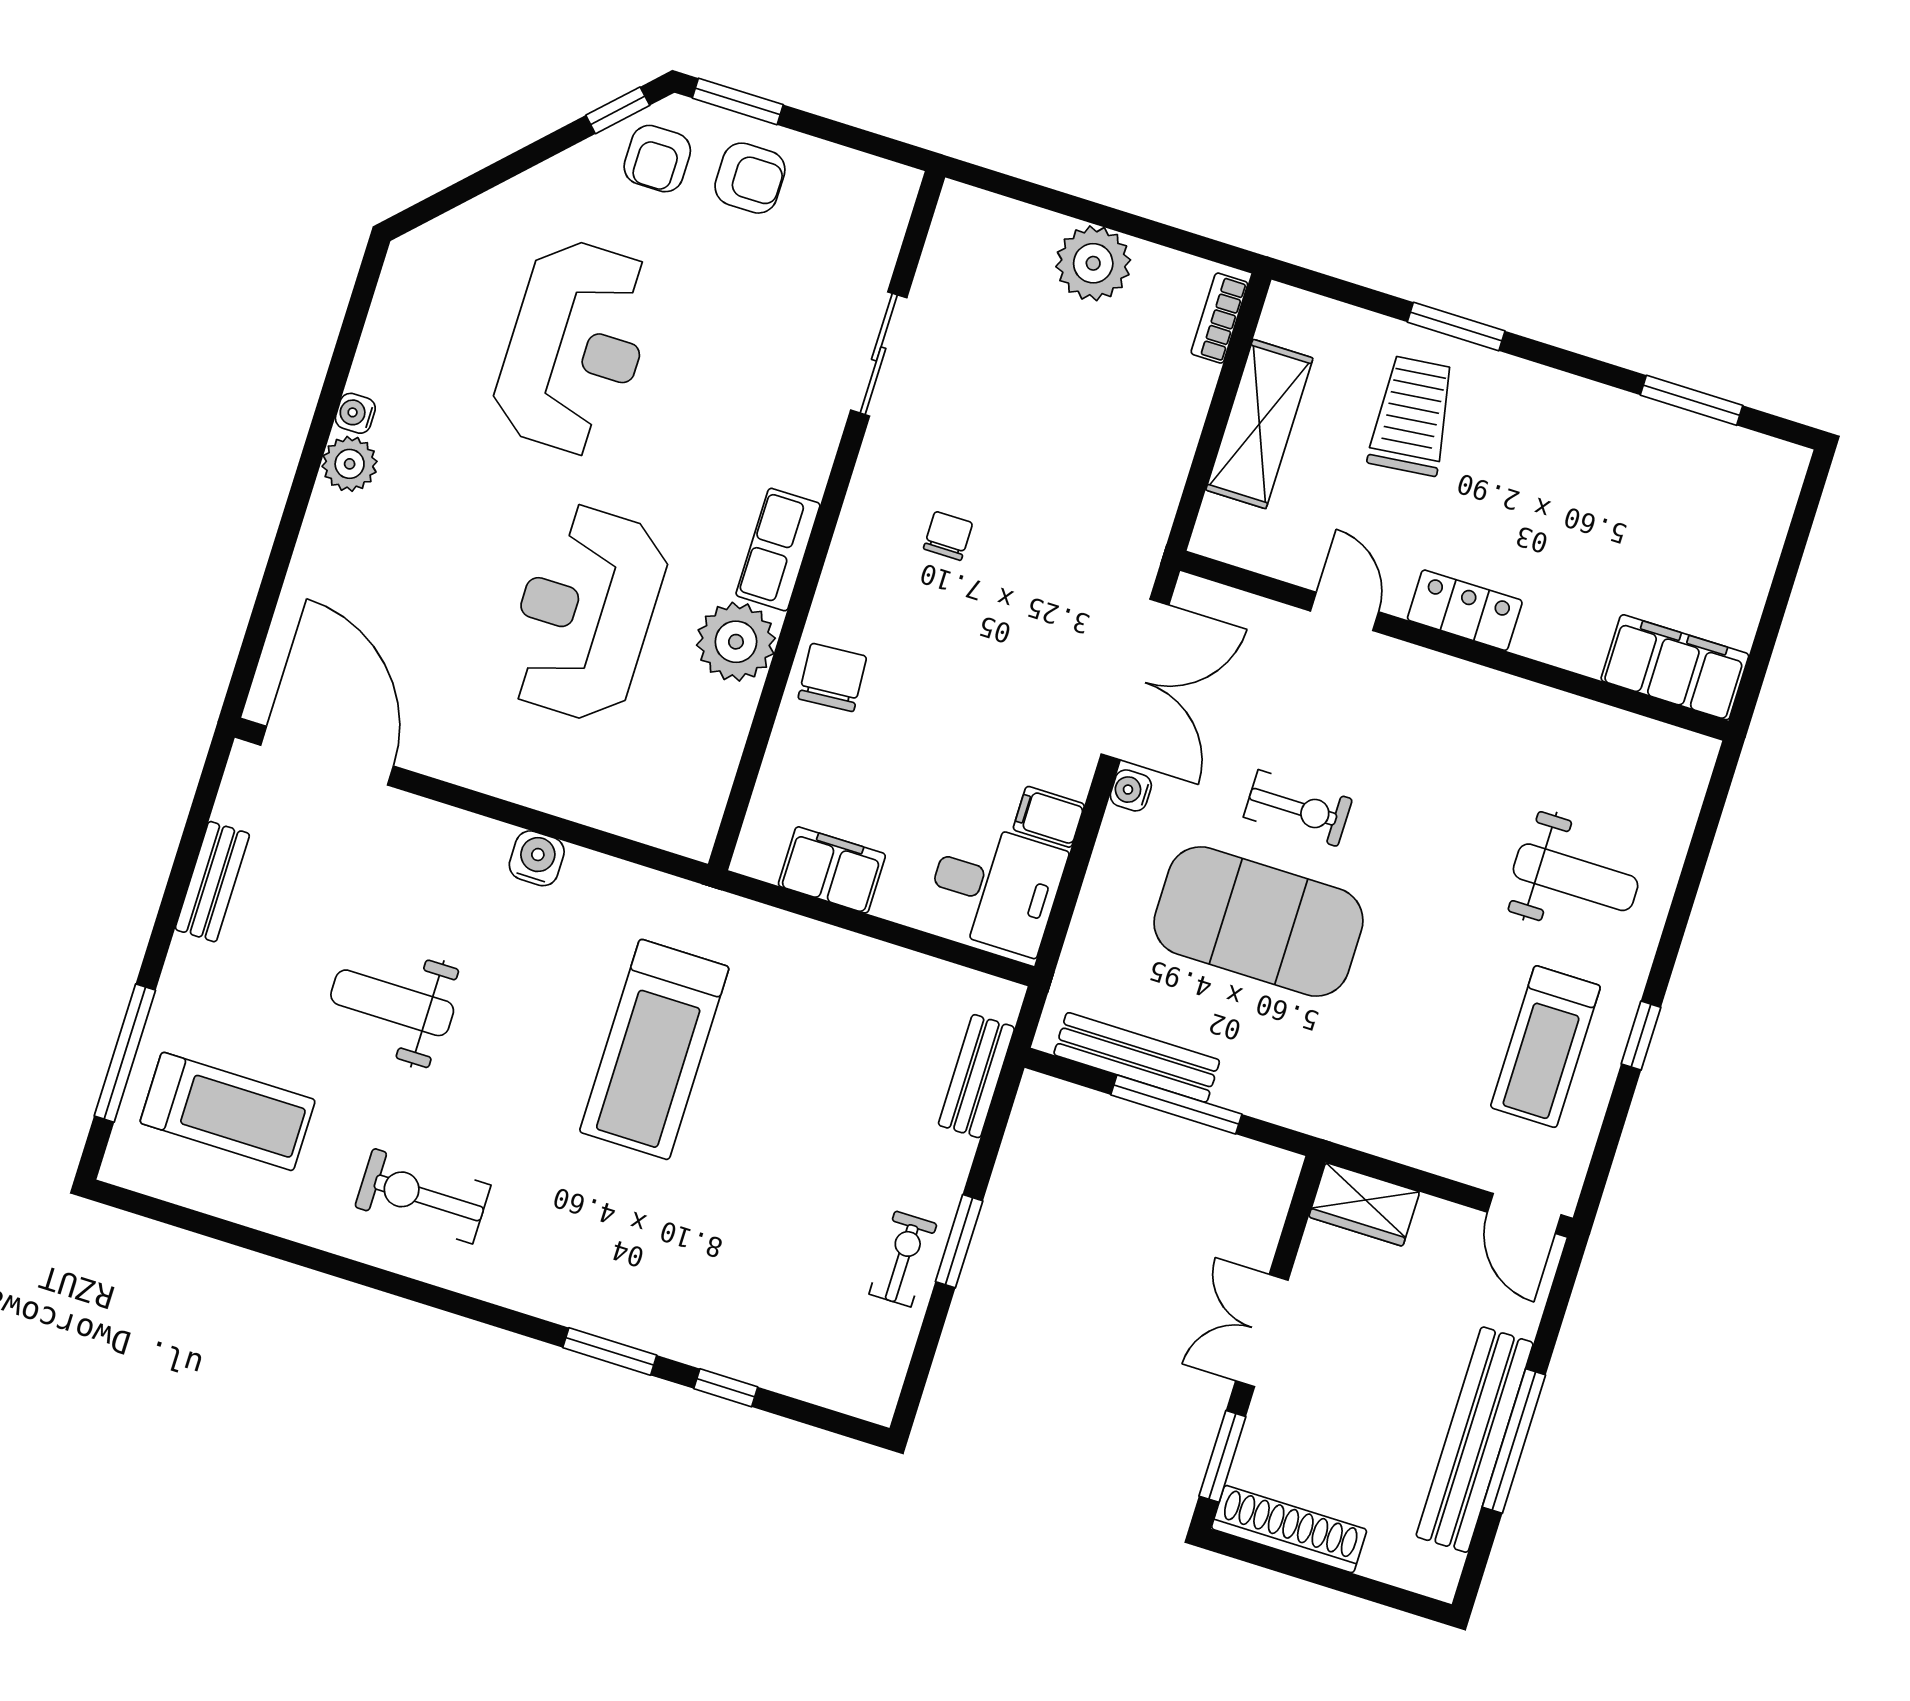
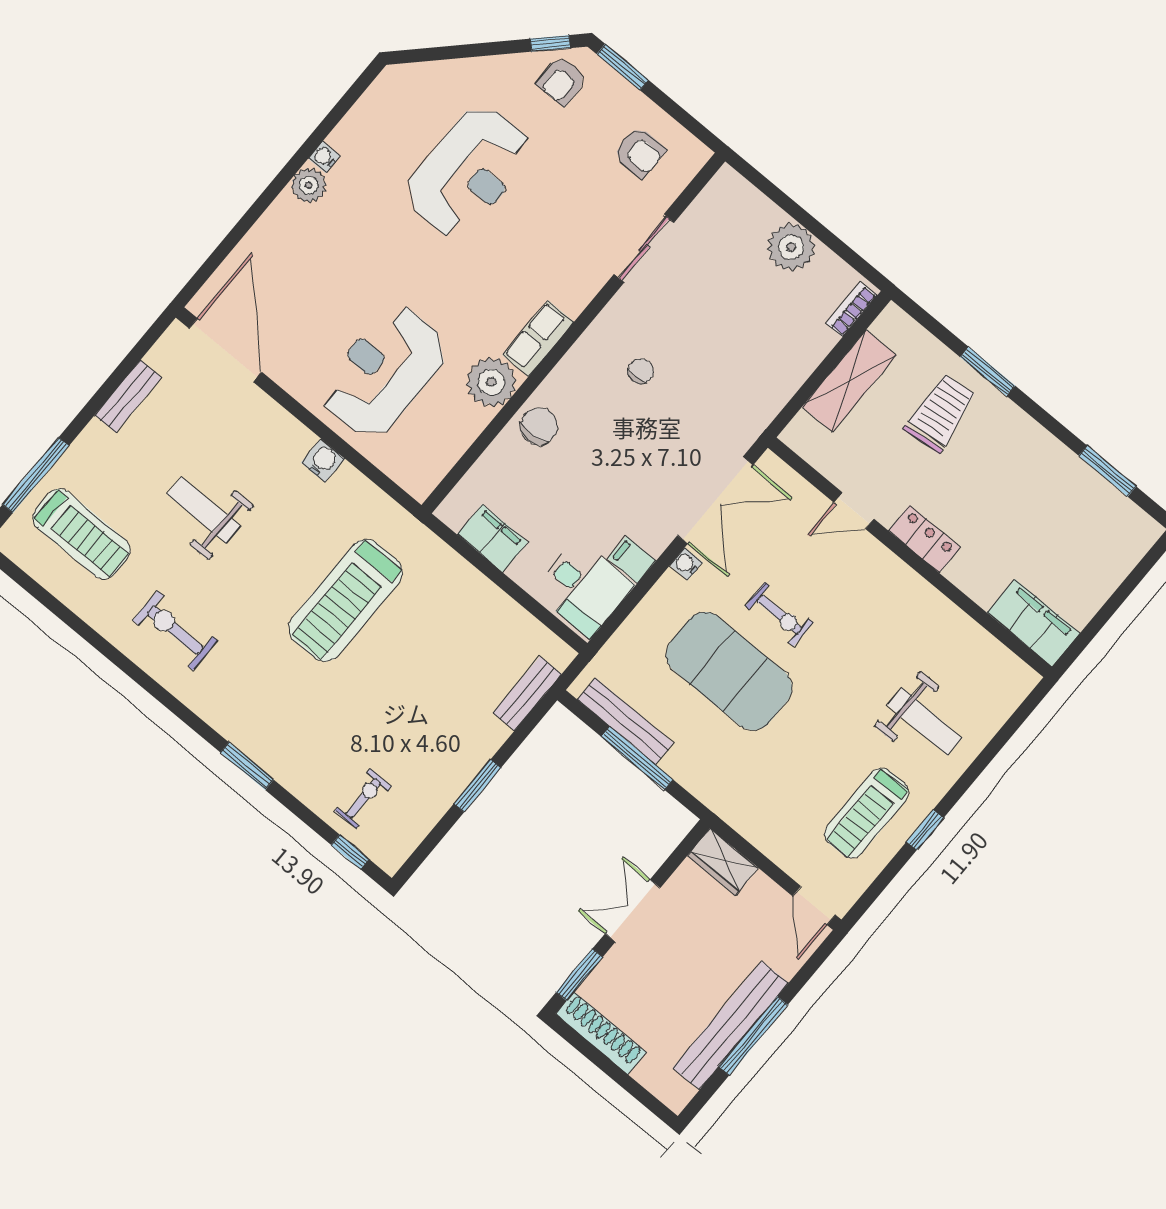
armchair: (750, 178) -> (639, 152), moved
door: (1345, 611) -> (854, 511), swing flipped
reception desk: (585, 613) -> (384, 372), moved
exercise bike: (903, 1259) -> (363, 799), moved
window: (726, 1388) -> (350, 852), moved

